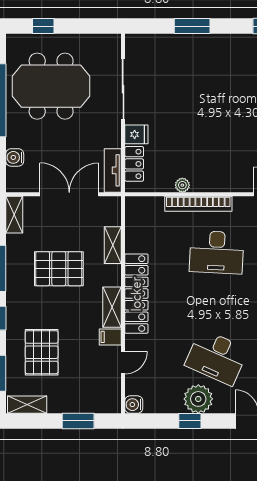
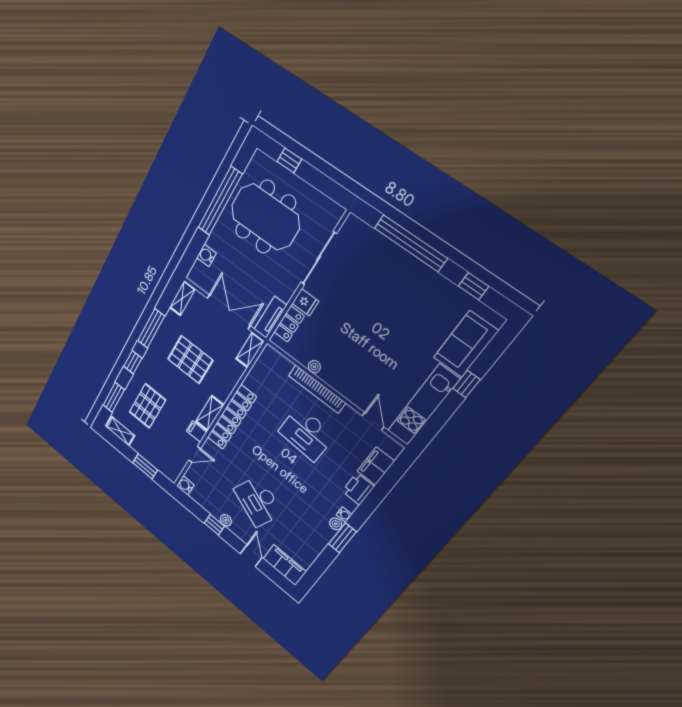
window: (192, 26) -> (411, 243), width x2.11
shelving: (113, 245) -> (250, 350), moved
plant: (198, 399) -> (226, 520), width x0.53, depth x0.53

